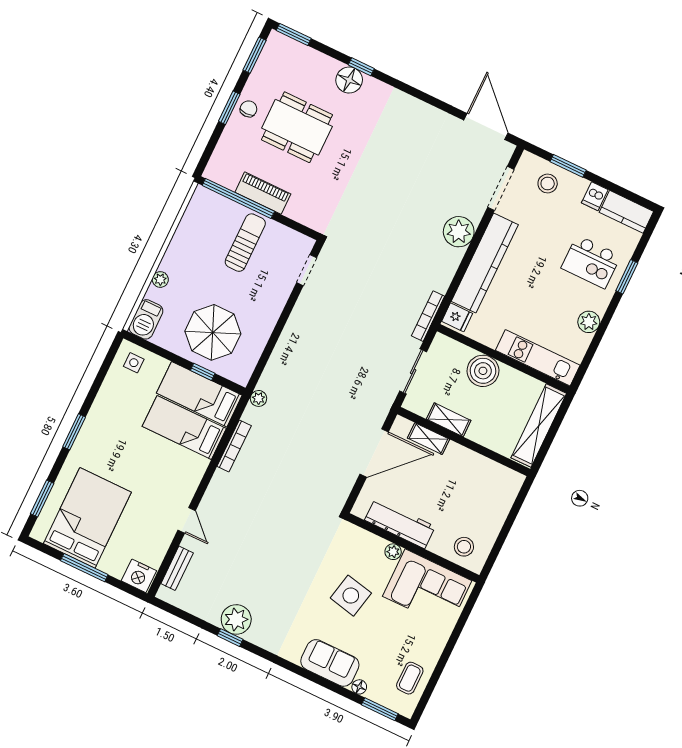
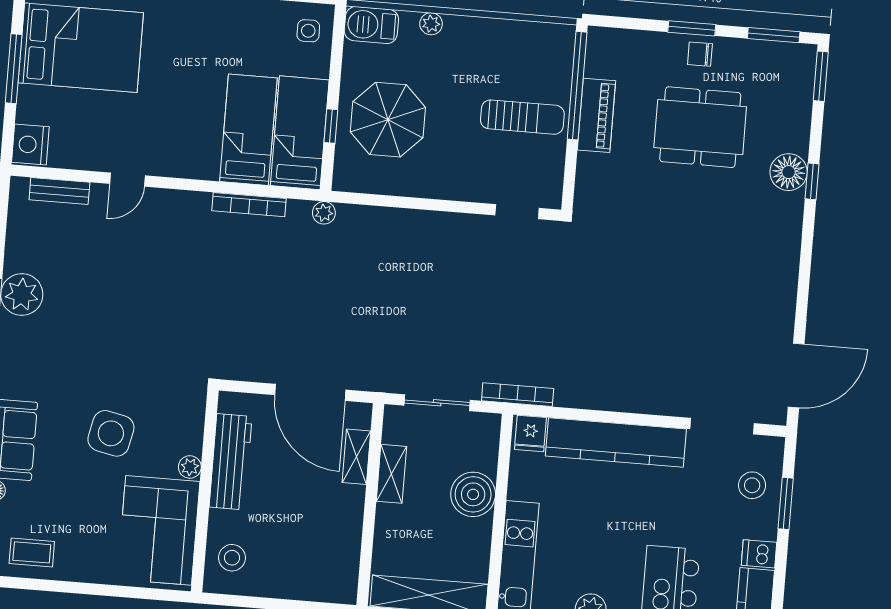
chair: (248, 109) -> (700, 54), turned 180
dining table: (297, 127) -> (700, 127), turned 90
plant: (459, 232) -> (644, 393), removed

